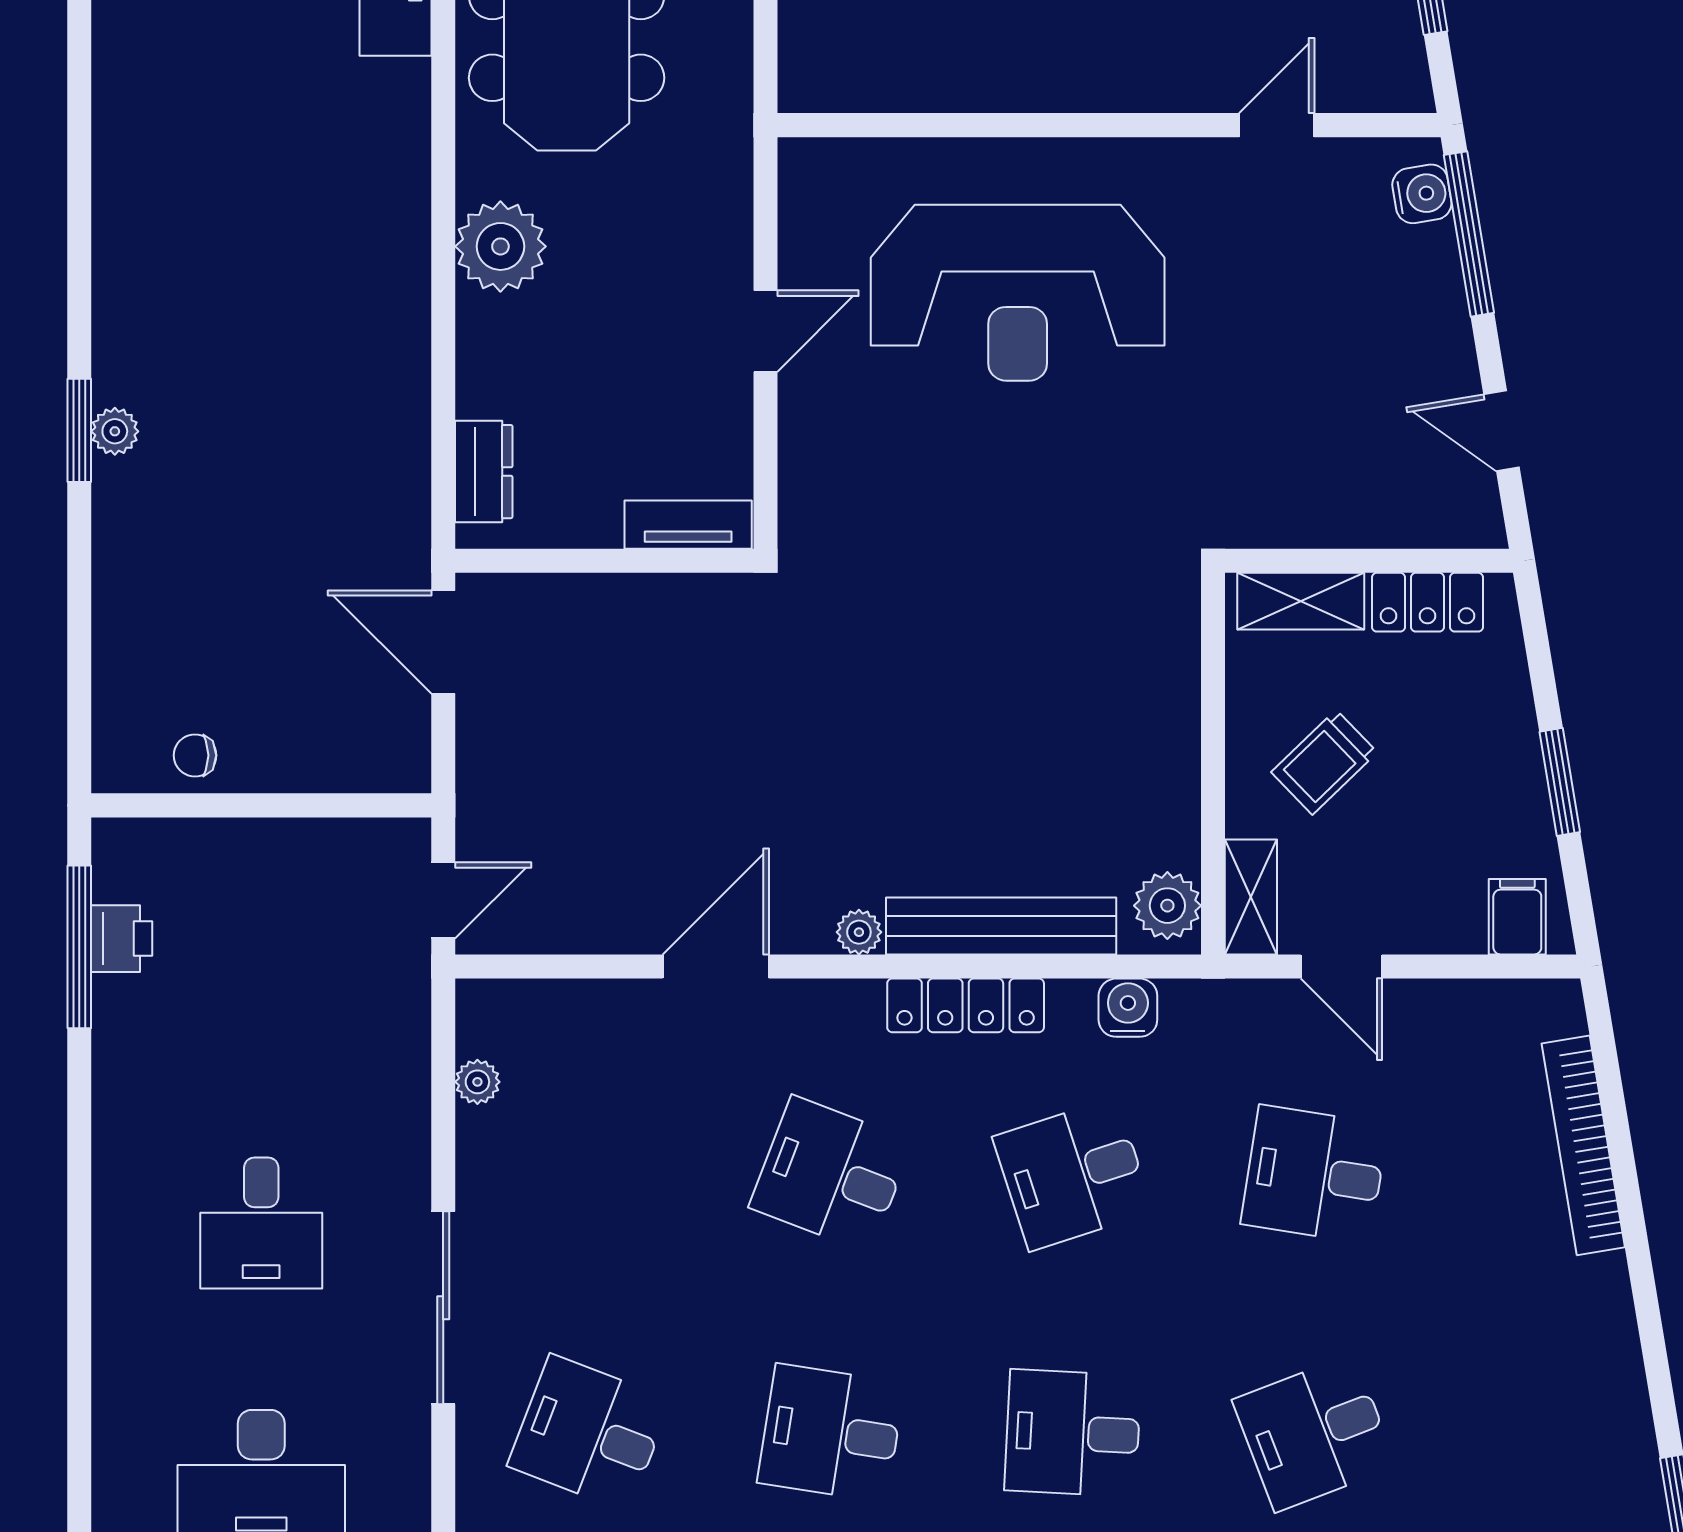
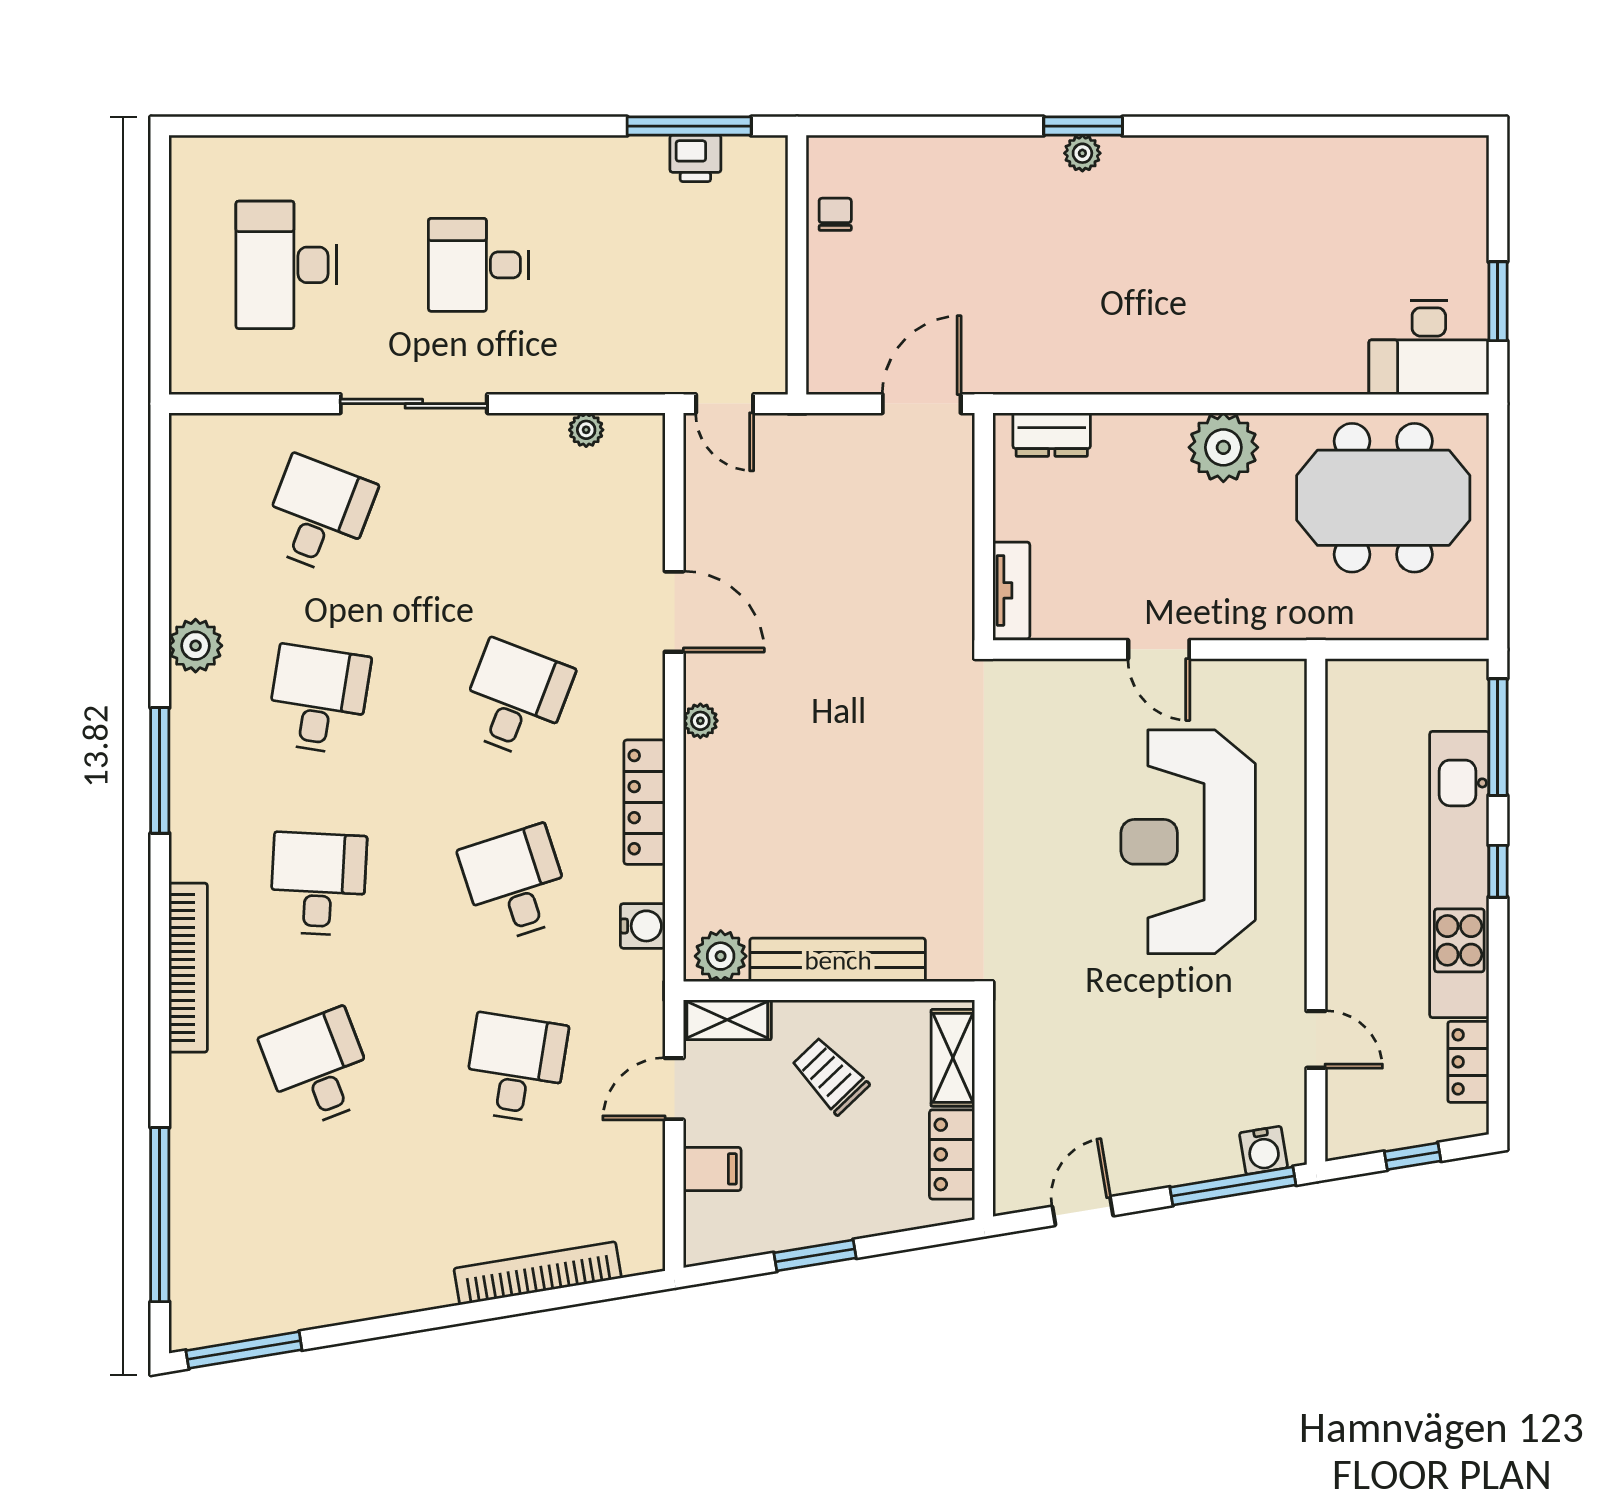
filing cabinet: (1517, 917) -> (712, 1169), moved
bench: (1001, 926) -> (838, 960), moved, turned 90

